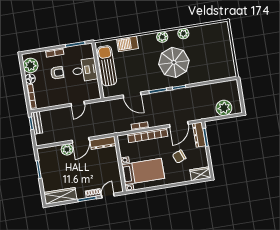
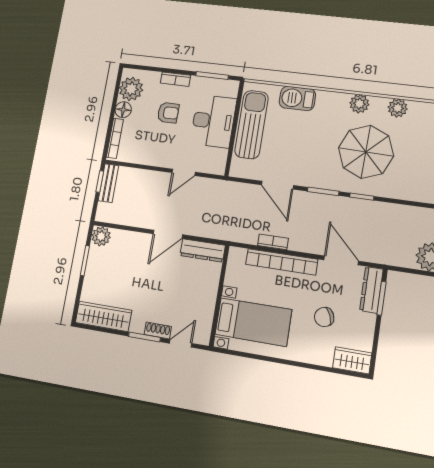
desk: (85, 70) -> (213, 121), width x1.37
door: (179, 124) -> (341, 260), swing flipped
plant: (67, 150) -> (101, 236), moved

